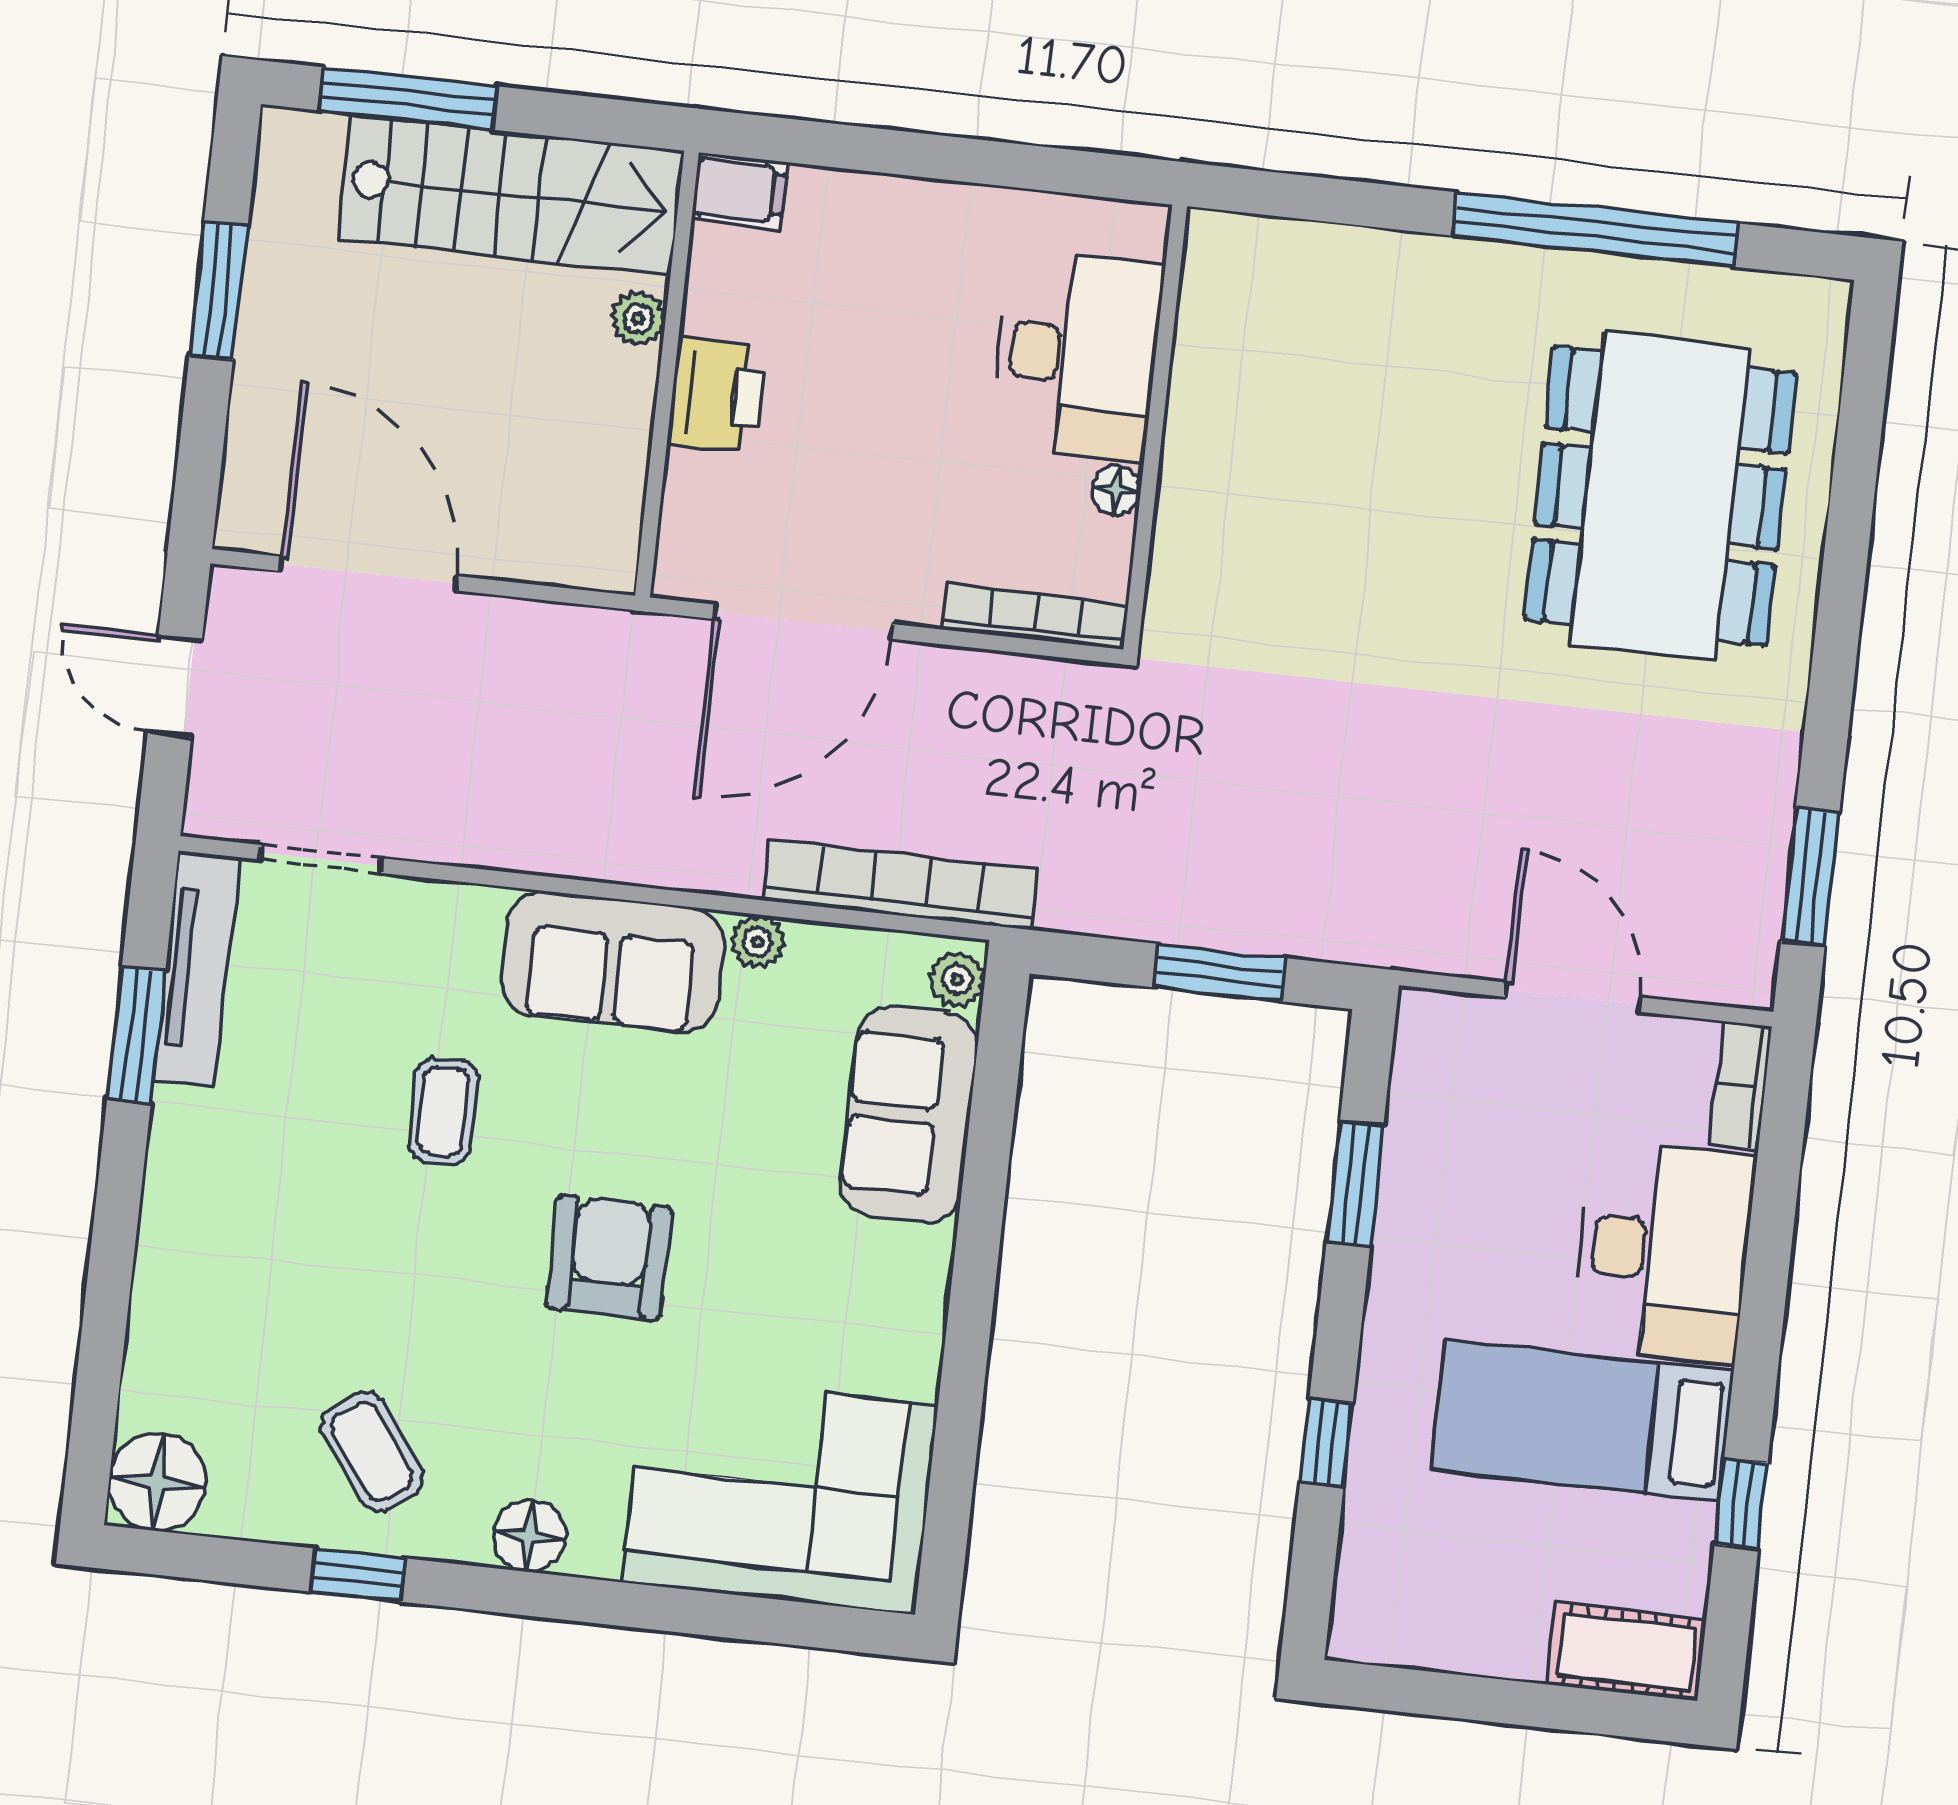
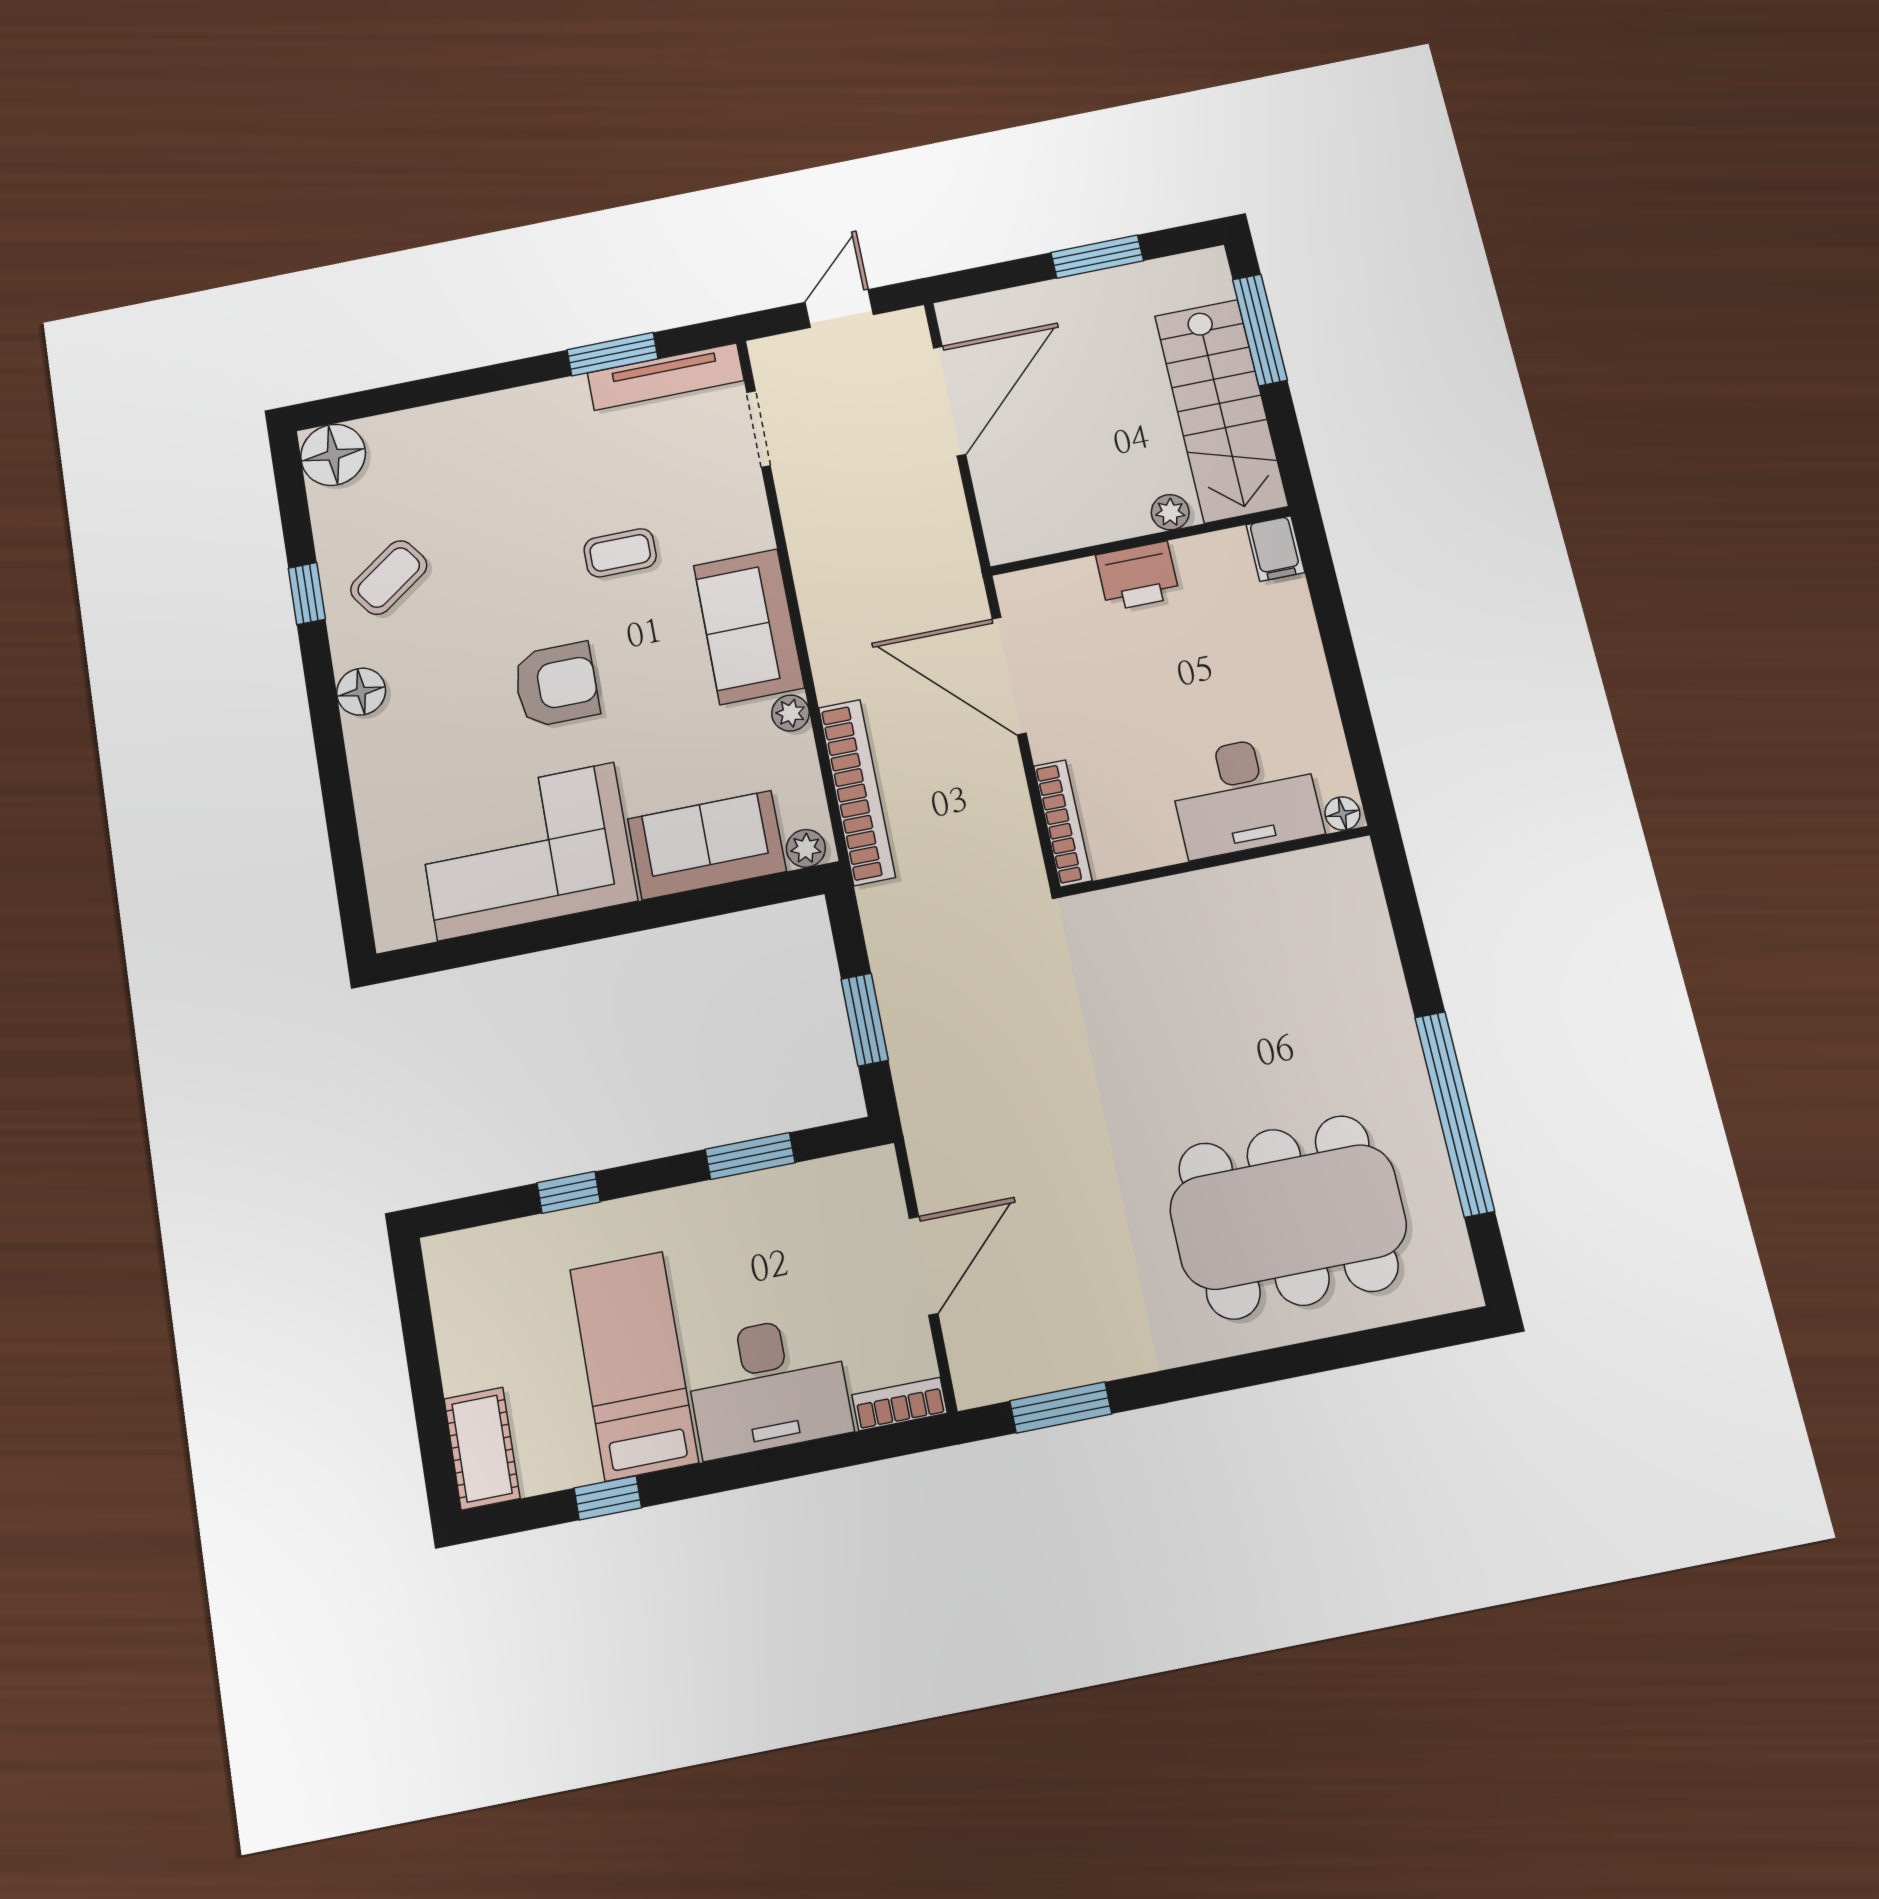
floor lamp: (1116, 490) -> (1342, 813), moved
corner sofa: (780, 1494) -> (526, 851), moved, turned -90

